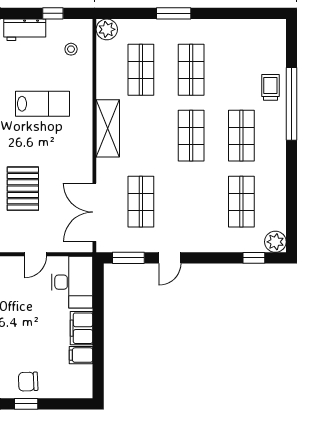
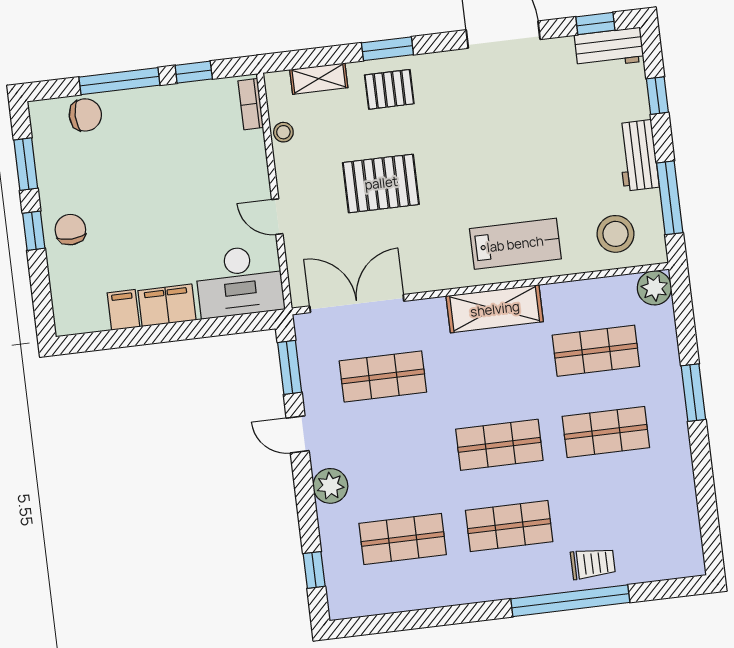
window: (53, 13) -> (670, 198), width x2.17
stool: (71, 49) -> (615, 234), width x1.89, depth x1.89
lab bench: (42, 104) -> (515, 244), moved, turned -90
plant: (275, 242) -> (330, 486), moved

